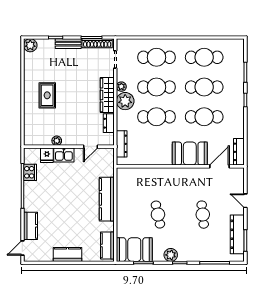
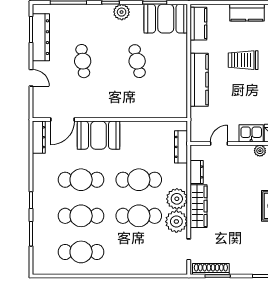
bench: (68, 44) -> (246, 269), removed
cafe table: (157, 57) -> (139, 252), removed
plant: (121, 87) -> (176, 222), width x1.88, depth x1.88
trolley: (71, 215) -> (243, 60), added

